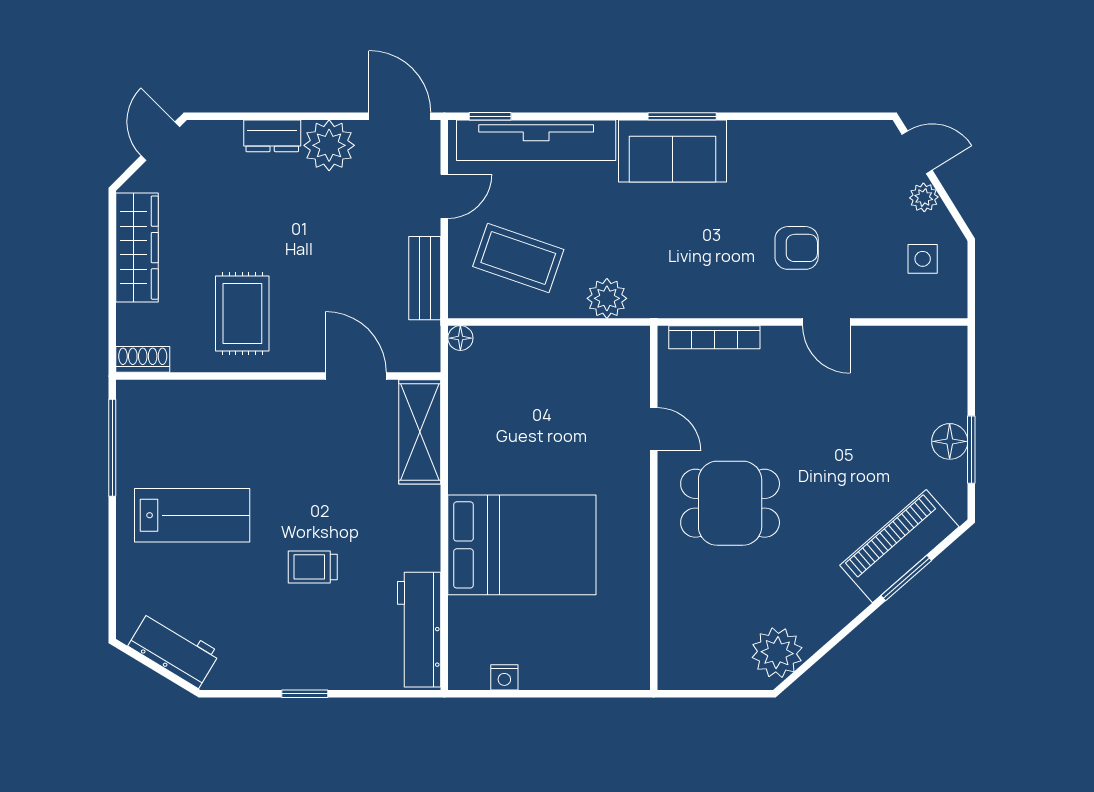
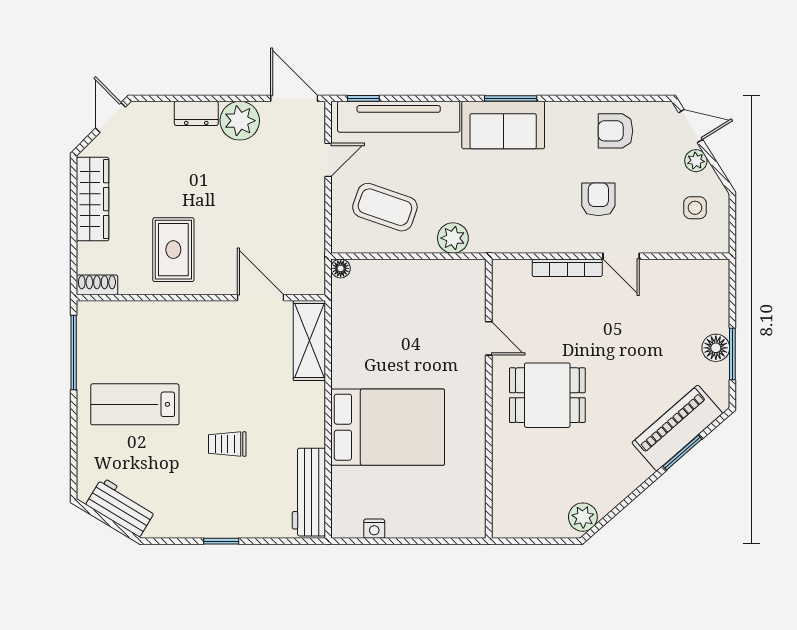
armchair: (819, 159) -> (615, 131), added
armchair: (797, 248) -> (598, 199), turned -90
bench: (425, 278) -> (313, 223), removed
bookcase: (714, 337) -> (567, 268), moved
lab bench: (192, 515) -> (135, 404), turned 180
plant: (777, 653) -> (583, 517), width x0.73, depth x0.73

